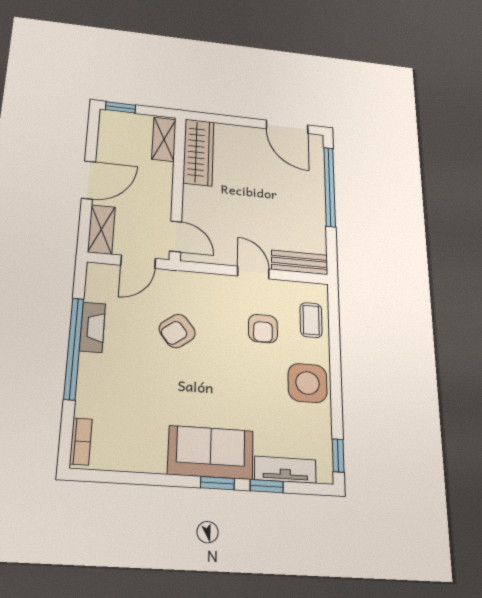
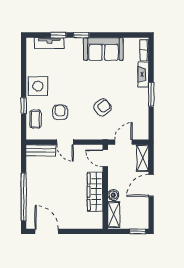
wardrobe: (198, 152) -> (95, 192), moved
boiler: (163, 171) -> (113, 195), added
fireplace: (92, 327) -> (143, 74), moved
window: (74, 348) -> (151, 94), width x0.47
sofa: (211, 452) -> (103, 49), moved
window: (338, 455) -> (24, 106), moved

